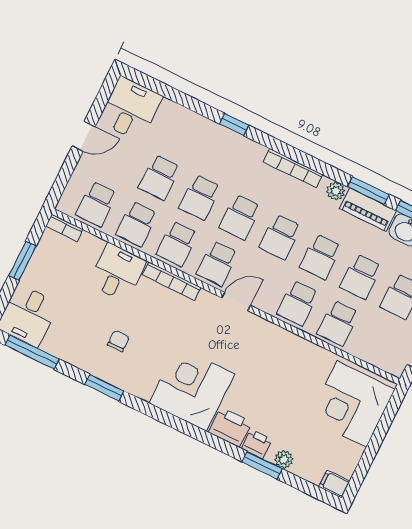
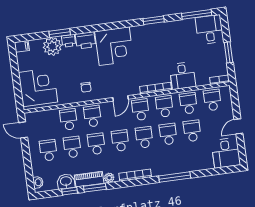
window: (234, 124) -> (175, 177), width x2.17
chair: (118, 341) -> (86, 87), moved
plant: (284, 459) -> (52, 46), width x1.88, depth x1.88

